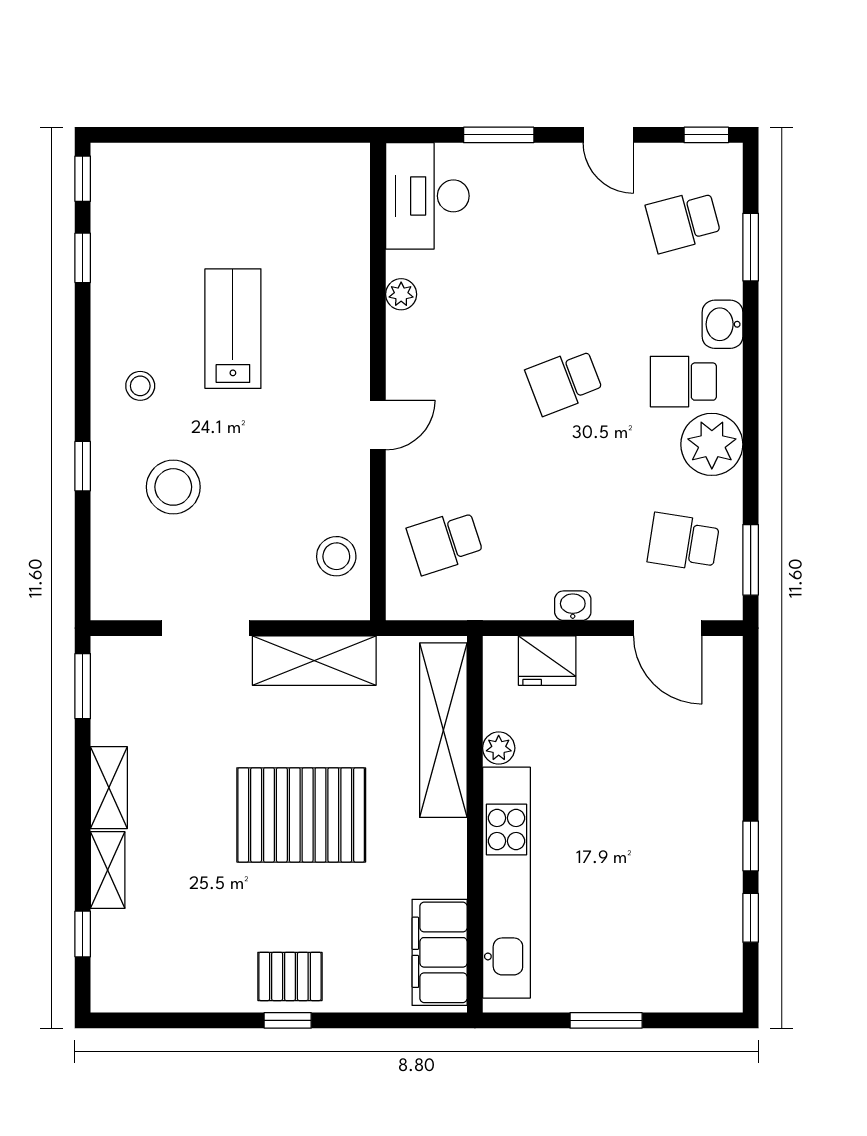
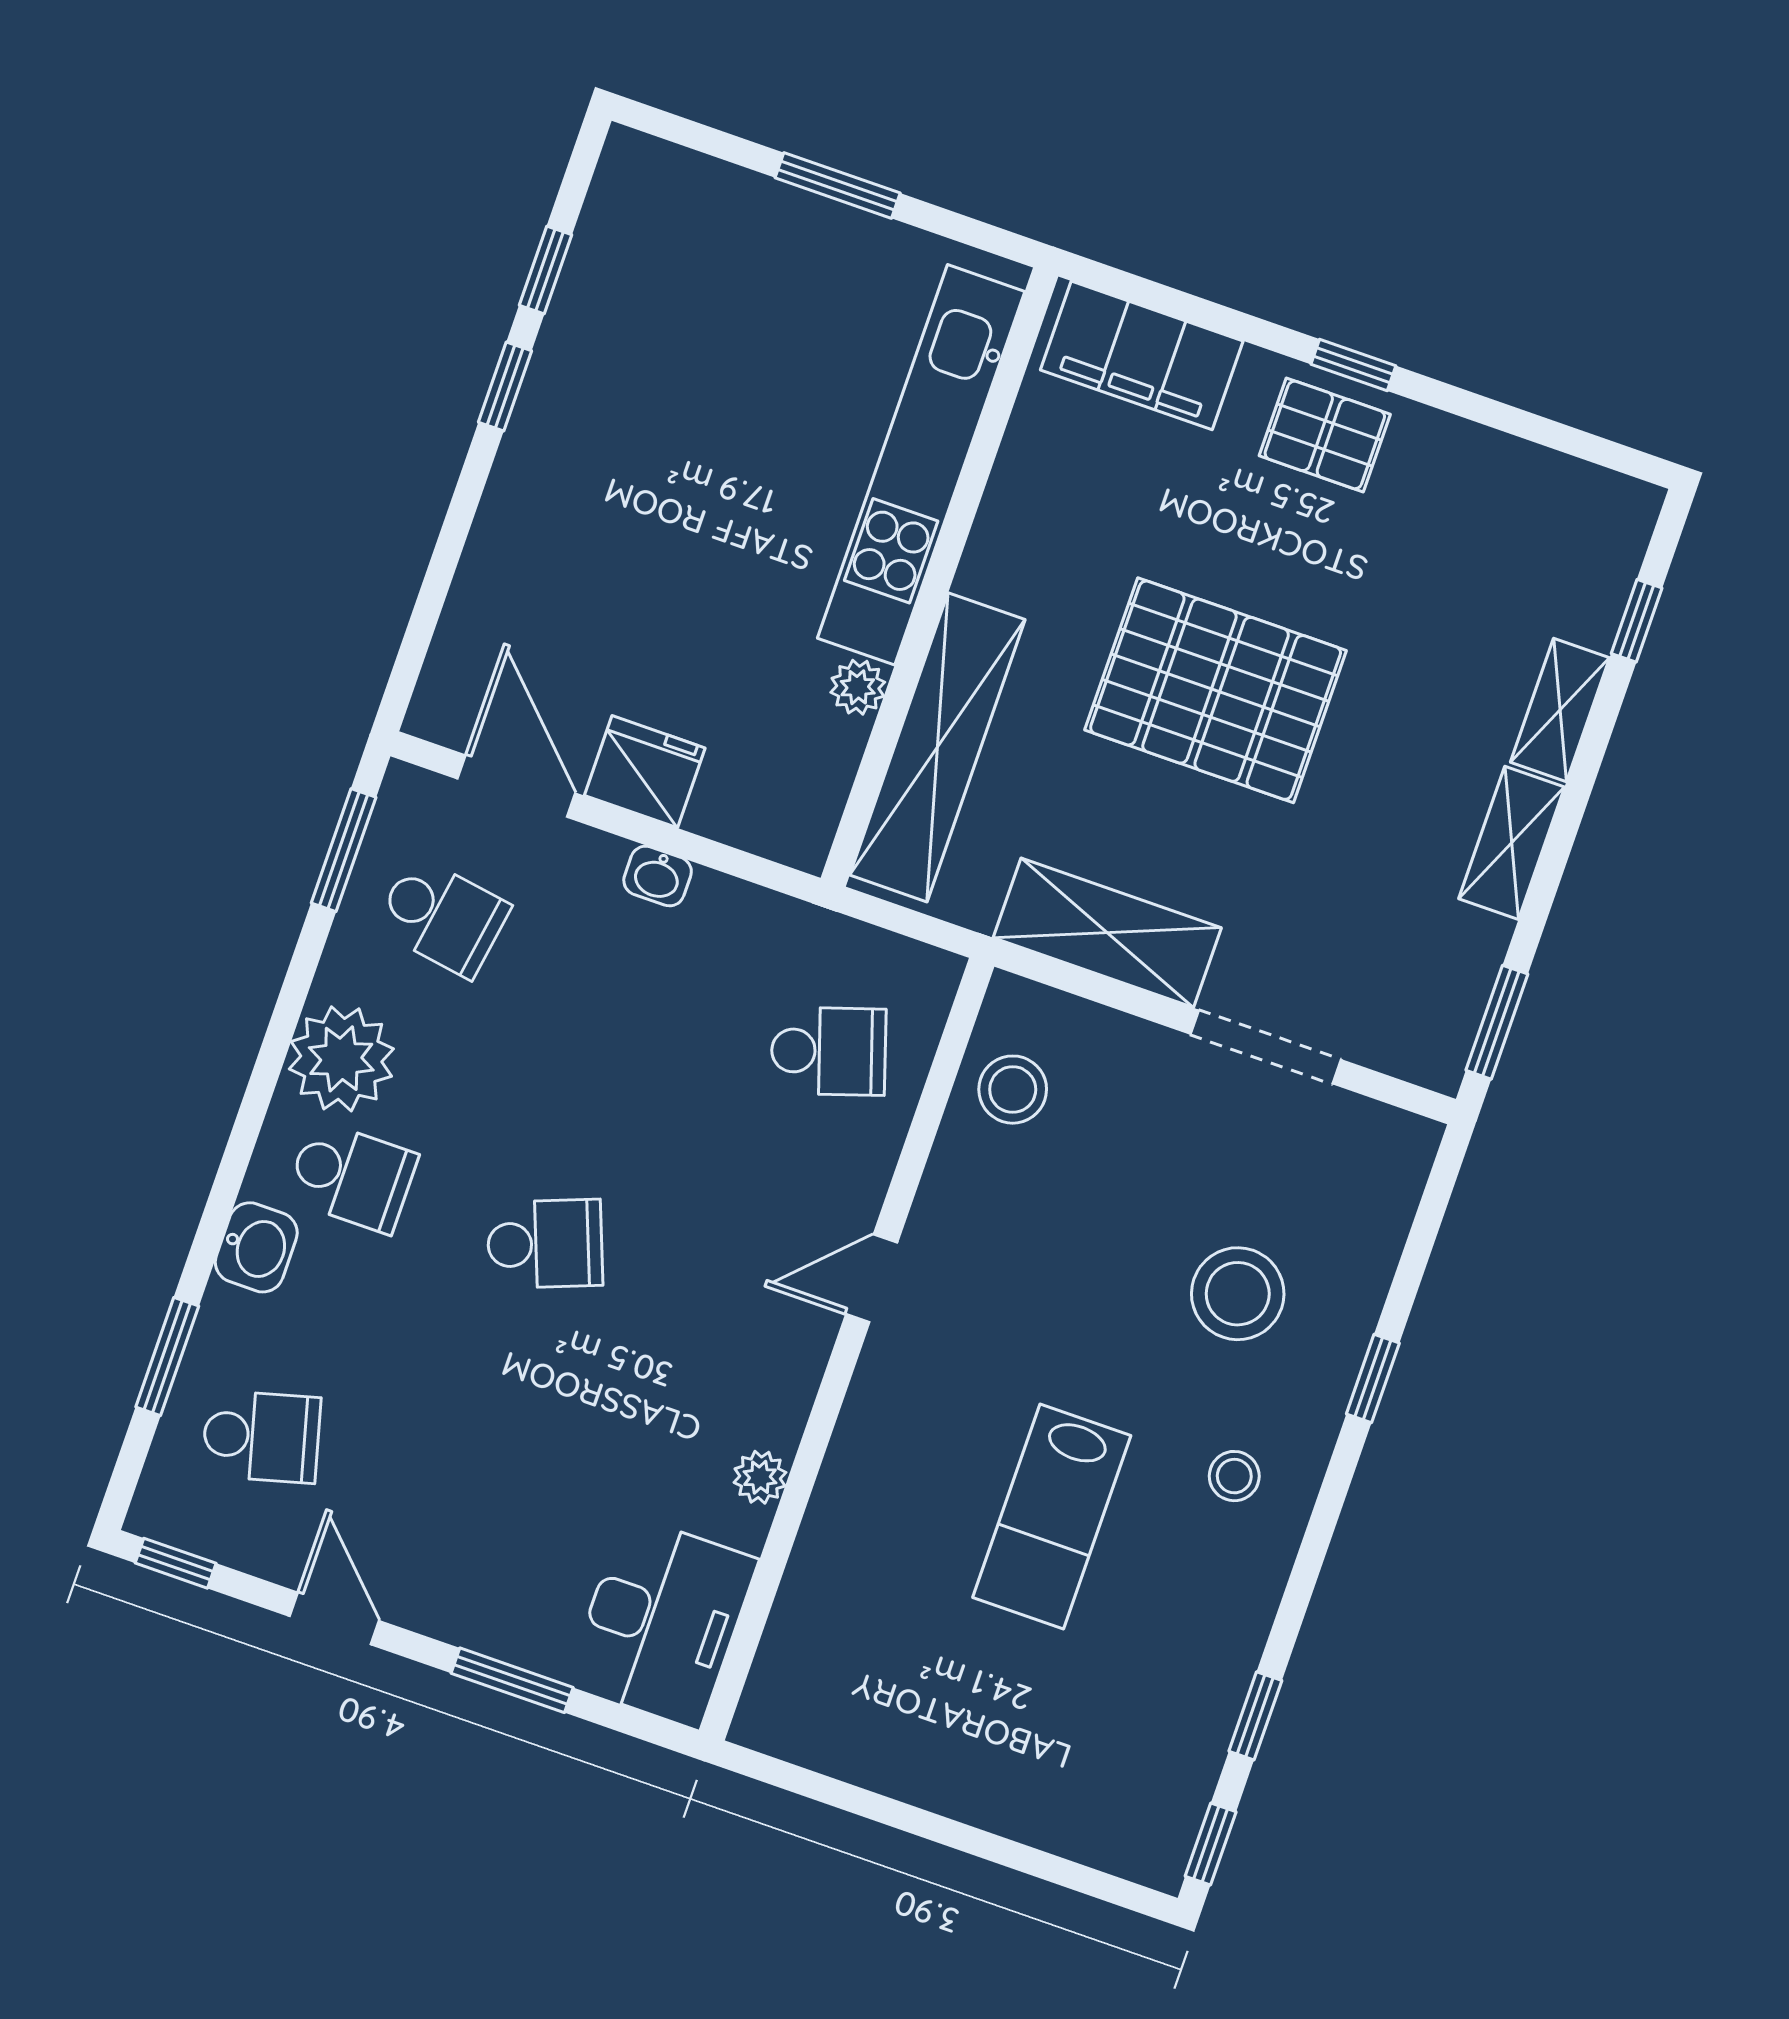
fridge: (547, 661) -> (645, 772), moved
filing cabinet: (440, 952) -> (1142, 355), moved, turned 90

